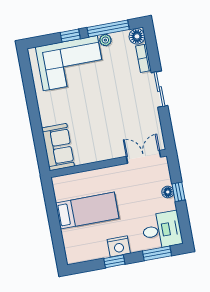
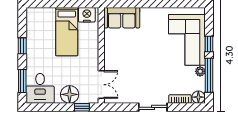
floor lamp: (168, 192) -> (70, 94), width x1.89, depth x1.89
window: (179, 192) -> (82, 107), moved
nightstand: (119, 246) -> (87, 15), moved, turned 90

